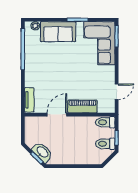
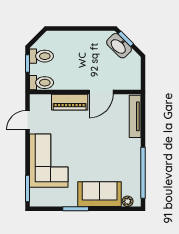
corner sofa: (99, 43) -> (49, 161), moved
tv unit: (29, 100) -> (135, 116), width x1.41

